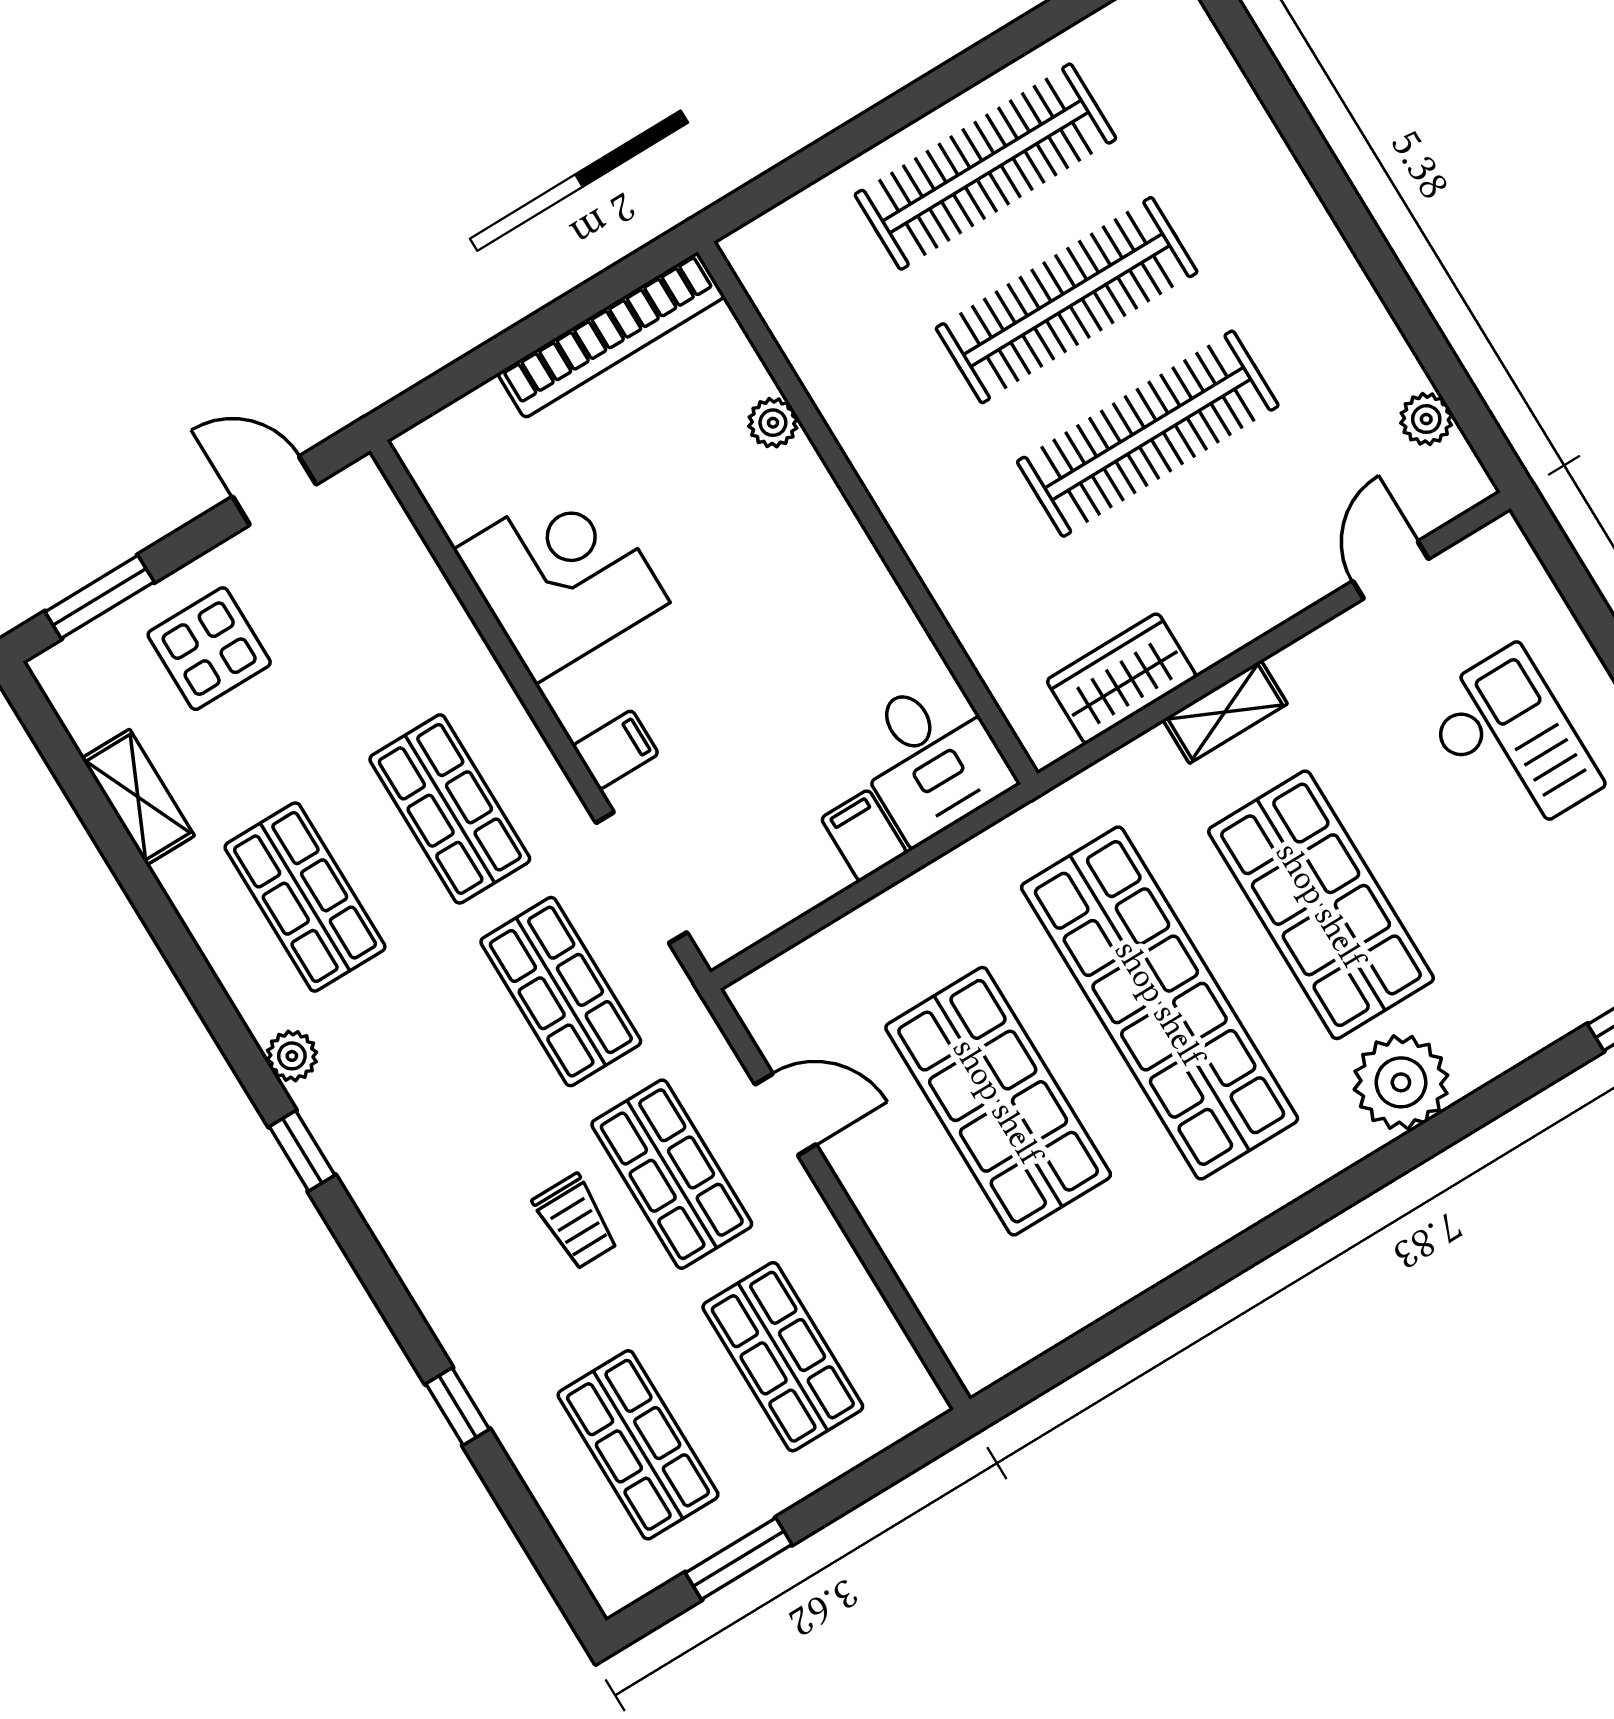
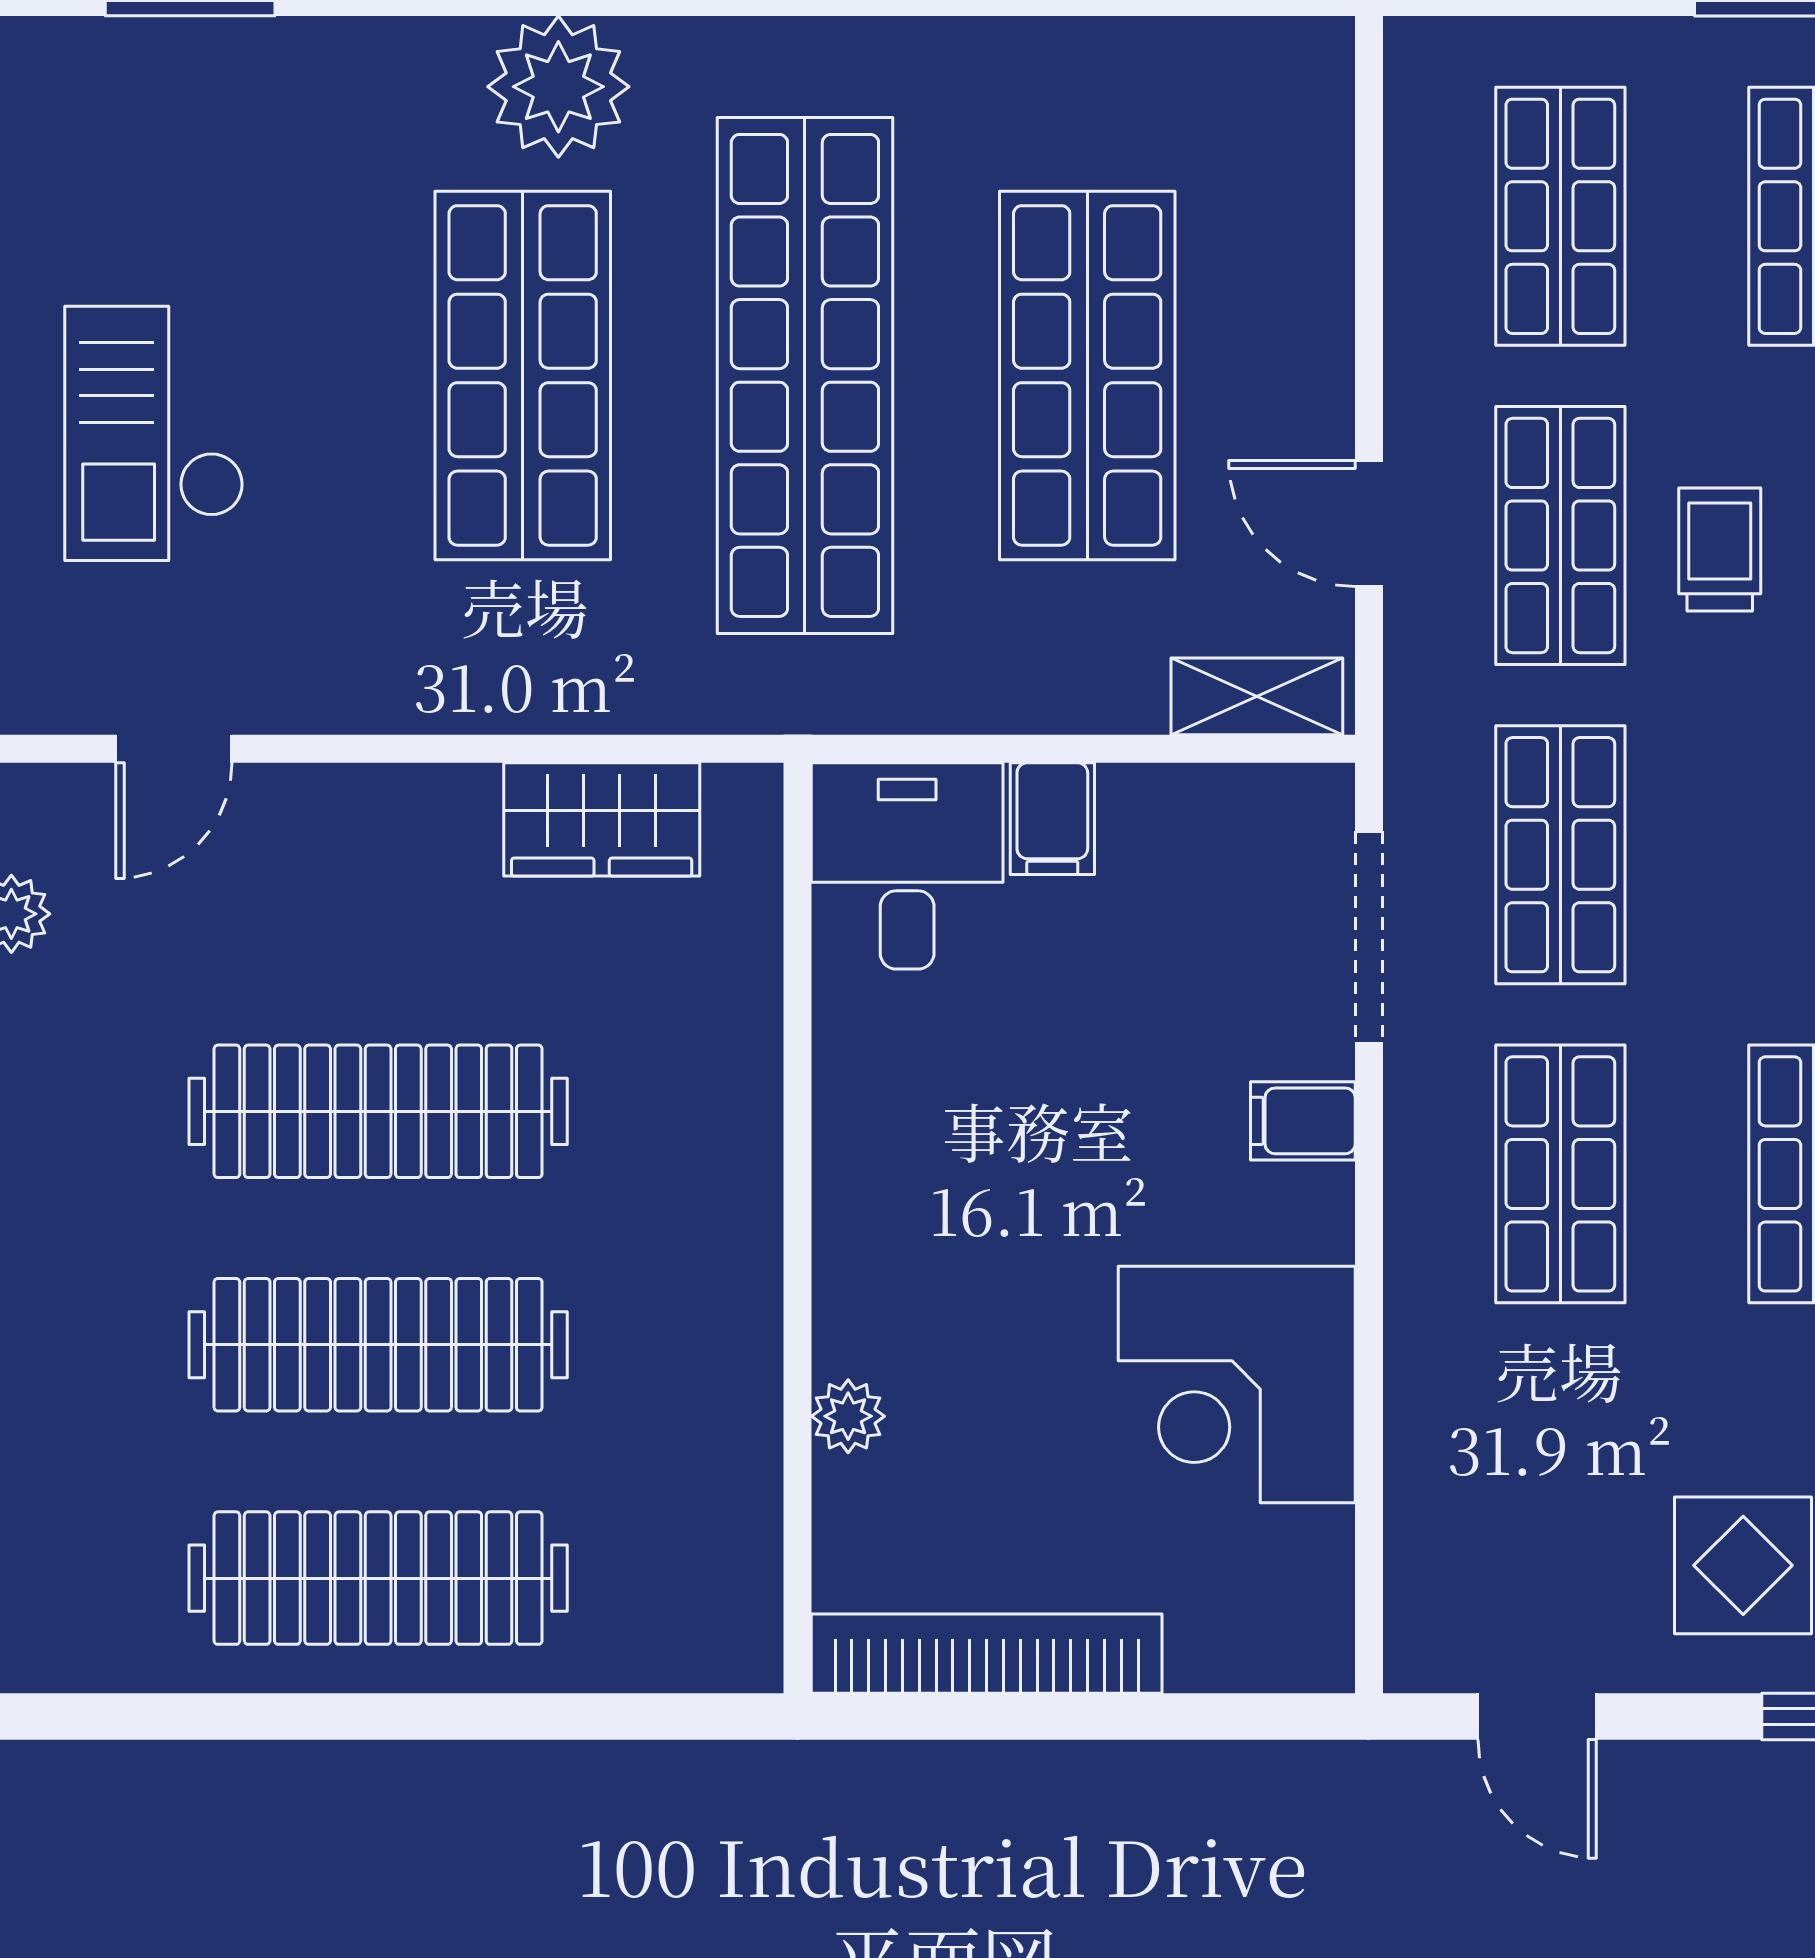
shelving: (1225, 712) -> (1257, 696), moved

